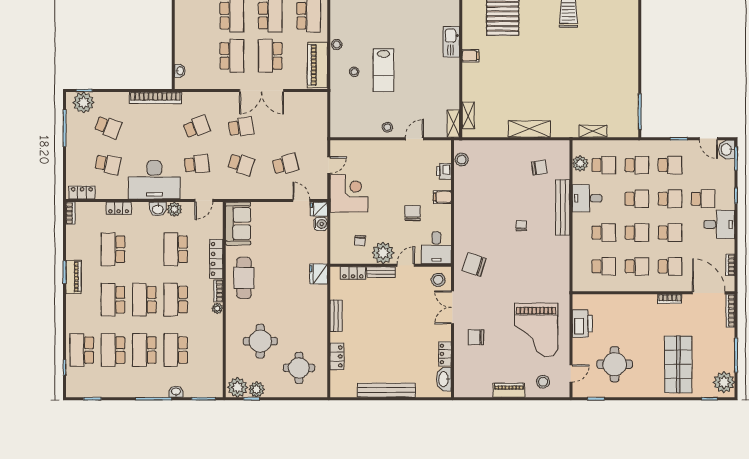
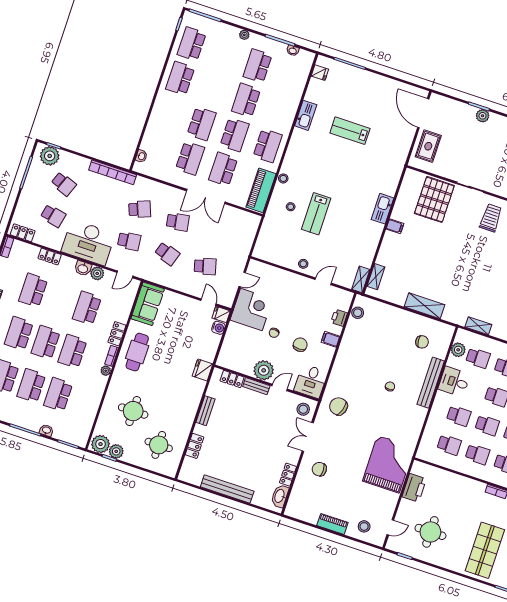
chair: (360, 241) -> (274, 333), moved
locker: (216, 259) -> (117, 334), width x0.66
grand piano: (536, 330) -> (388, 464), moved, turned 180

